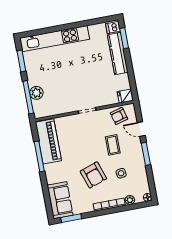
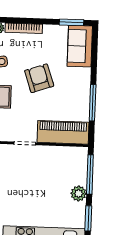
plant: (36, 93) -> (79, 194), moved
piano: (48, 141) -> (63, 132), moved, turned 90
armchair: (93, 175) -> (39, 78), moved

